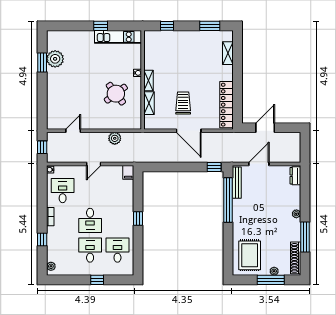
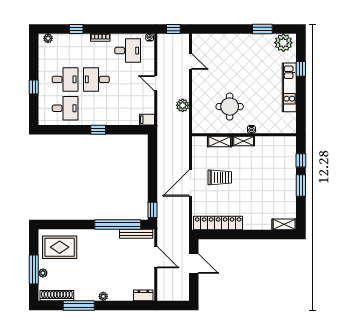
window: (101, 26) -> (301, 69), moved
window: (210, 26) -> (301, 186), moved
kitchen unit: (118, 37) -> (289, 87), moved
shelving: (228, 53) -> (284, 224), moved
plant: (55, 59) -> (283, 43), moved
round table: (116, 94) -> (230, 107), turned 37

